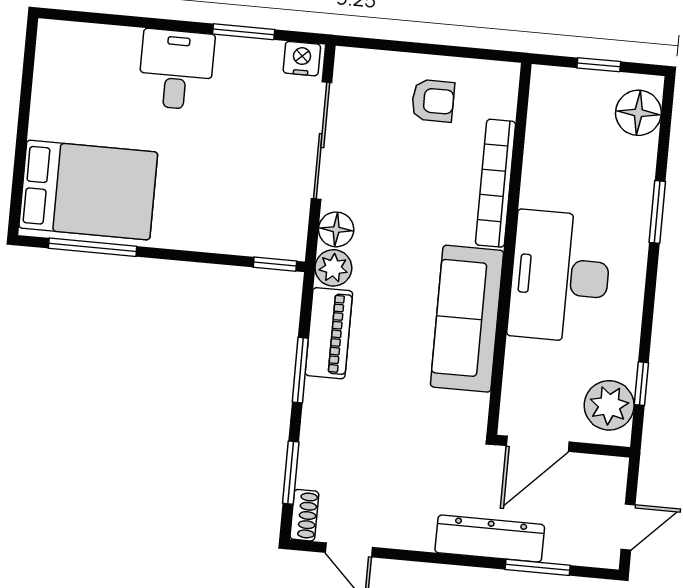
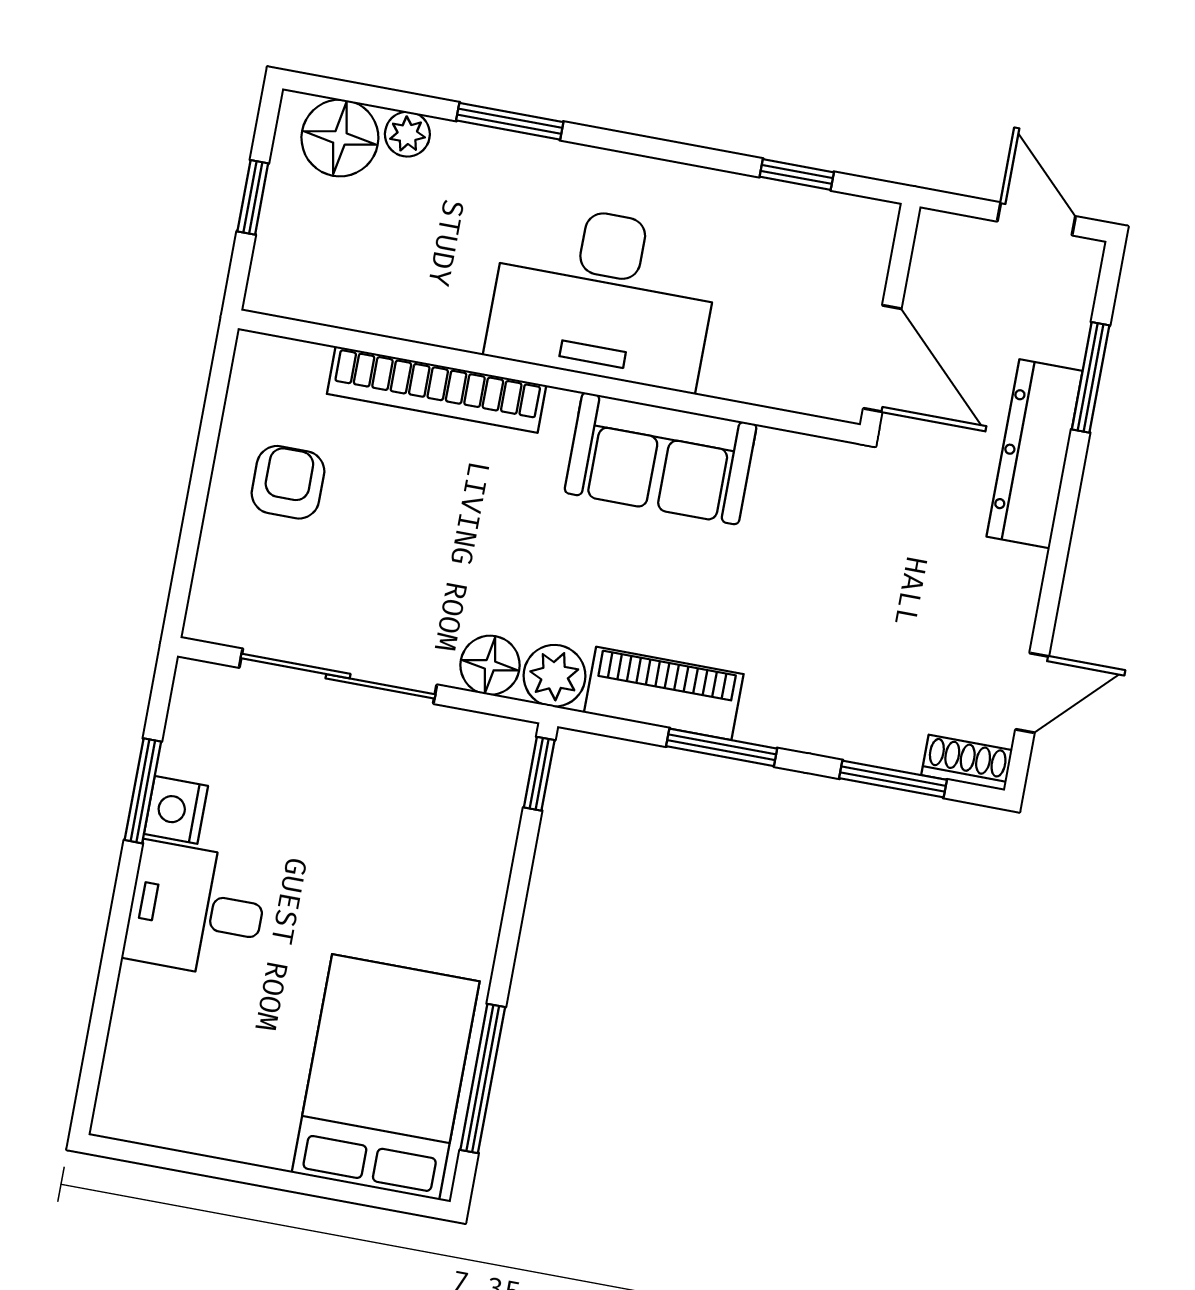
nightstand: (302, 59) -> (176, 810), moved
sofa: (467, 319) -> (661, 458), width x0.73
plant: (609, 405) -> (407, 134), moved, width x0.53, depth x0.53

